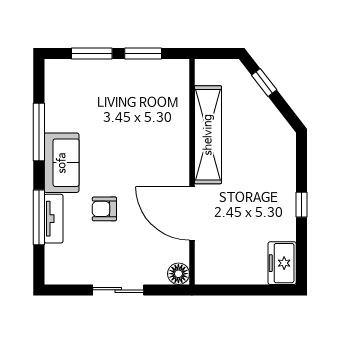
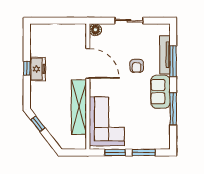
window: (264, 83) -> (38, 124), moved
corner sofa: (158, 109) -> (107, 121), added
armchair: (104, 209) -> (137, 66), turned 90
tv unit: (54, 219) -> (165, 55), width x1.41
freezer: (282, 263) -> (38, 69), moved

